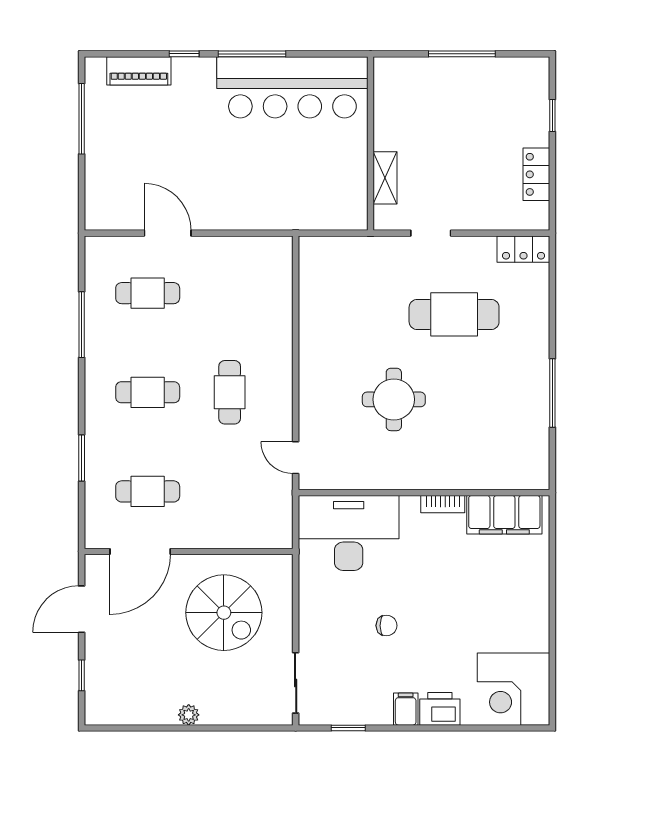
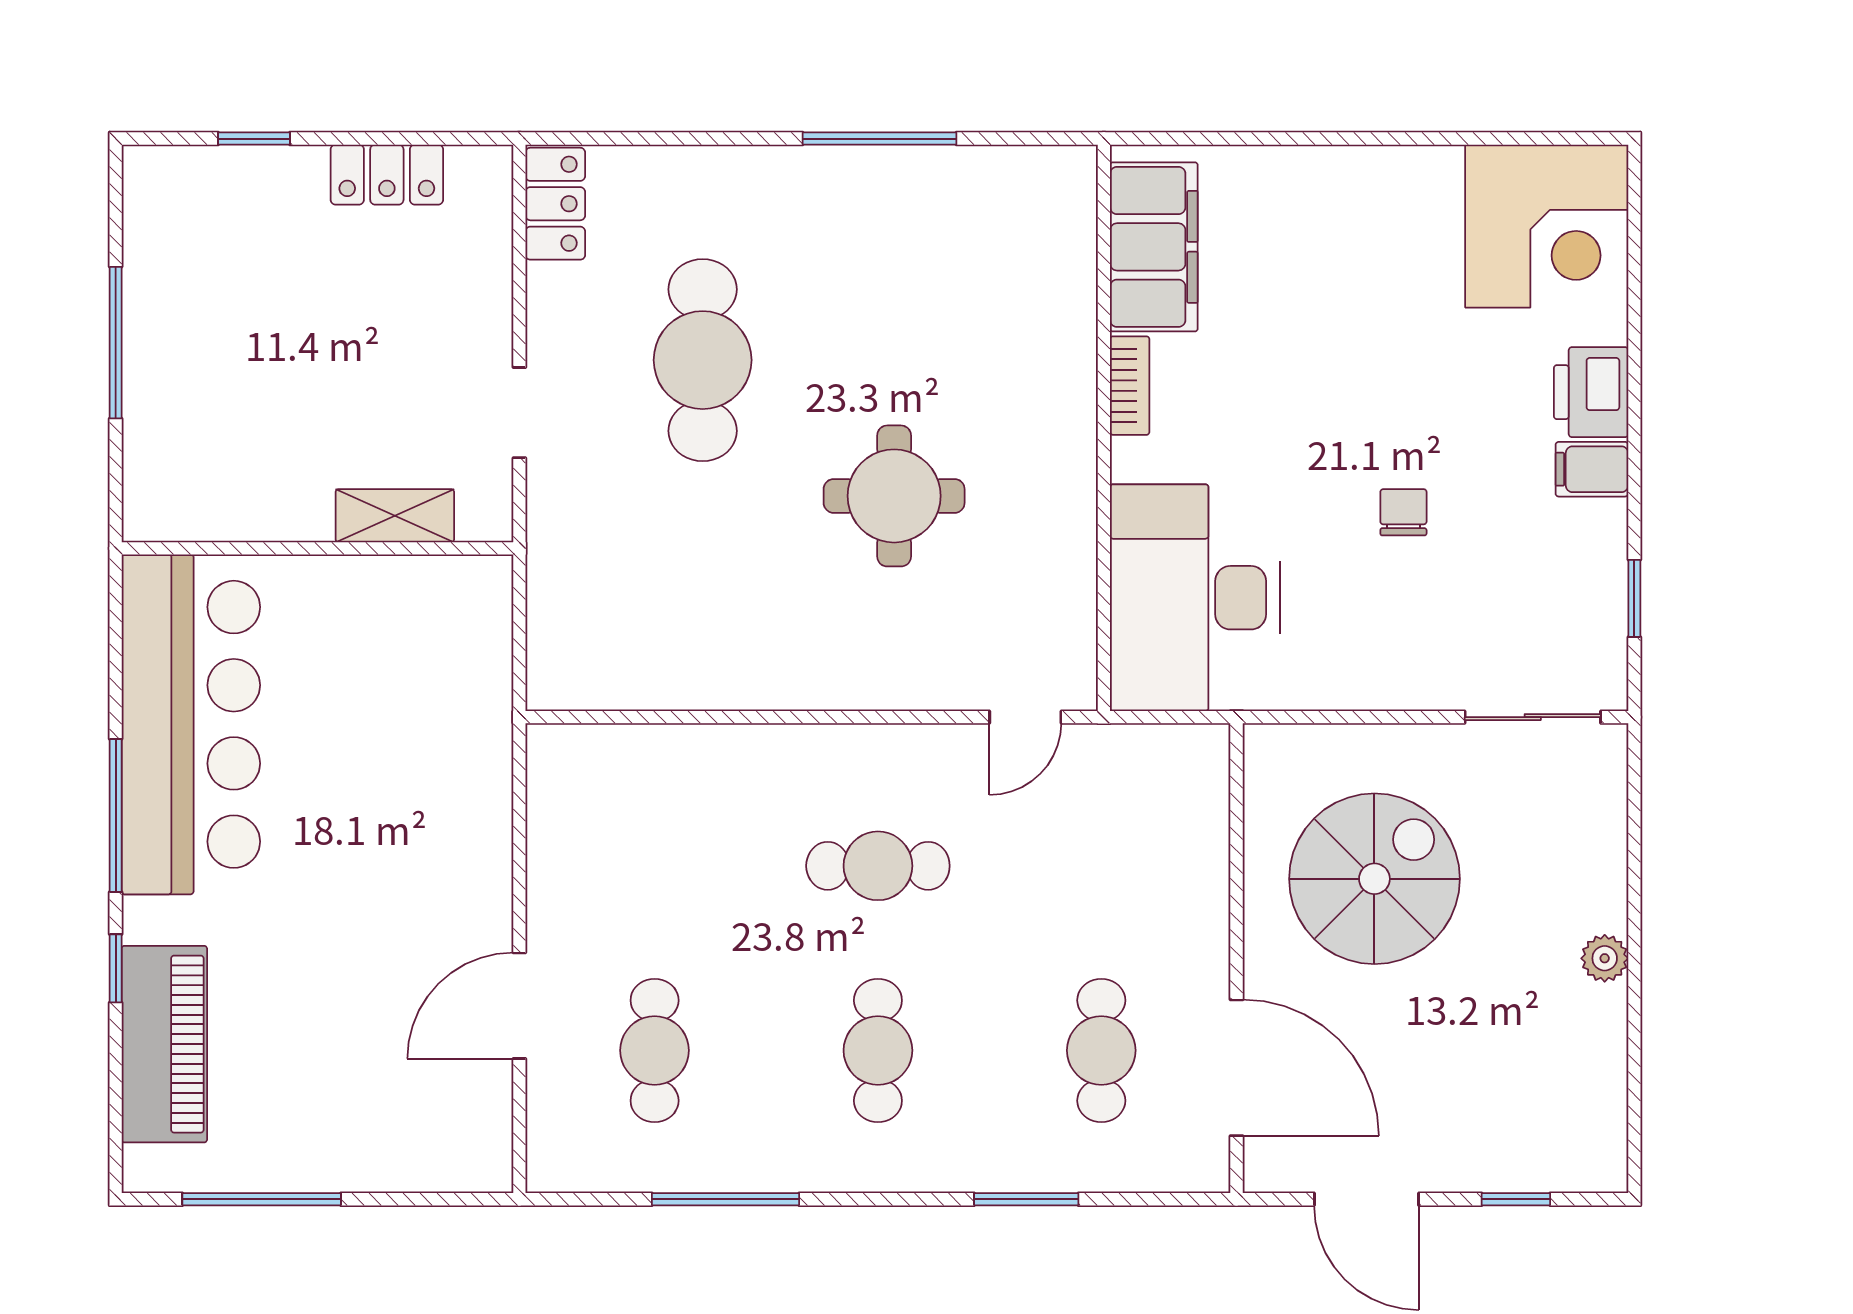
piano: (139, 71) -> (164, 1044), width x1.37, depth x1.33

